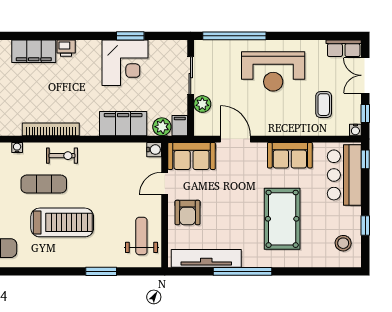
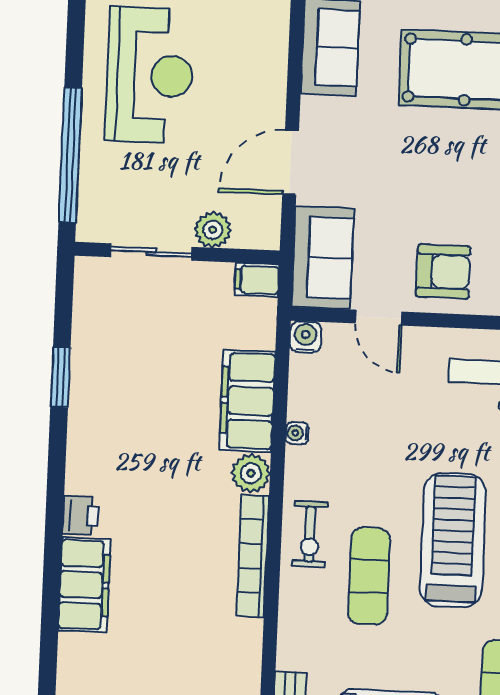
corner desk: (125, 63) -> (118, 391), removed
plant: (162, 127) -> (251, 473), moved
water cooler: (17, 147) -> (297, 433), moved
exercise bike: (62, 156) -> (310, 534), turned 180

